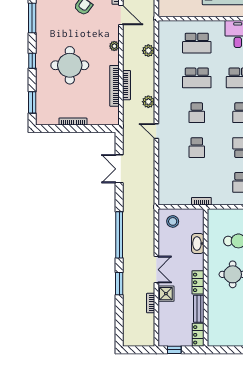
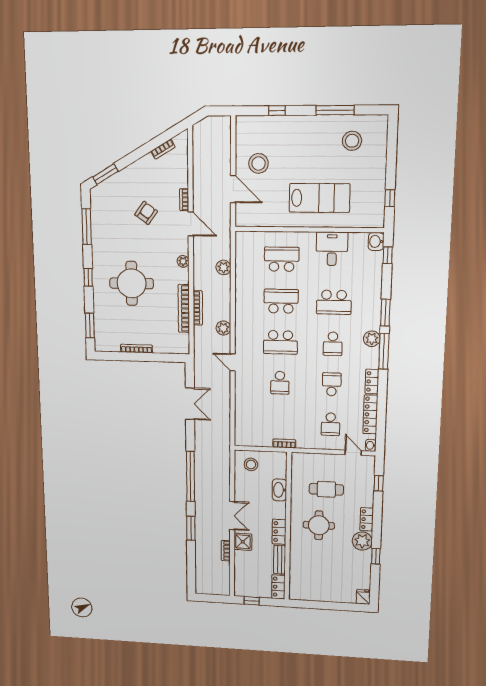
school desk: (197, 43) -> (282, 259), turned 180
school desk: (197, 78) -> (281, 301), turned 180
school desk: (197, 113) -> (280, 342), width x1.85
double door: (119, 169) -> (190, 404), swing flipped

